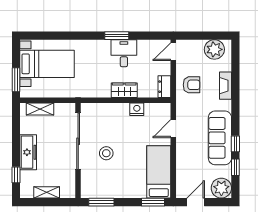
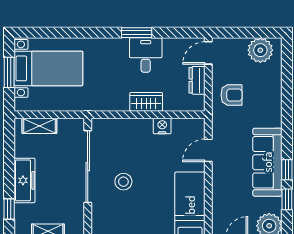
window: (16, 80) -> (9, 72), moved
fireplace: (226, 86) -> (274, 96), removed
dresser: (164, 87) -> (197, 80), moved

